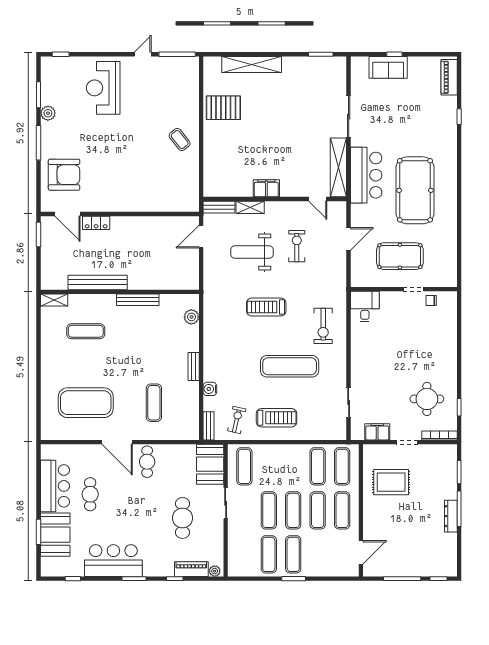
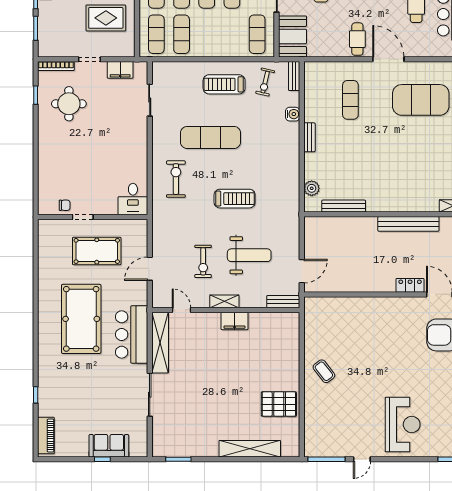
shelving: (250, 207) -> (224, 301), moved
bench: (138, 300) -> (344, 206), moved
exercise mat: (86, 331) -> (421, 174), removed

